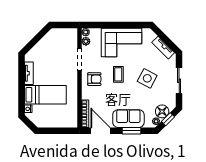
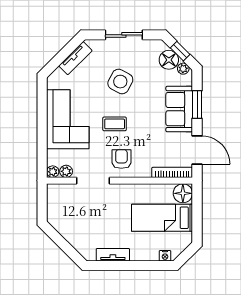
bed: (45, 95) -> (162, 218), moved, turned -90
floor lamp: (71, 121) -> (183, 193), added
door: (100, 131) -> (197, 150), swing flipped

